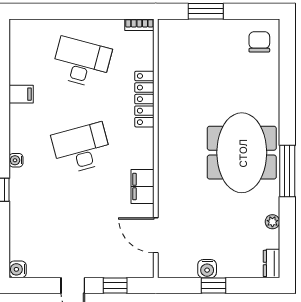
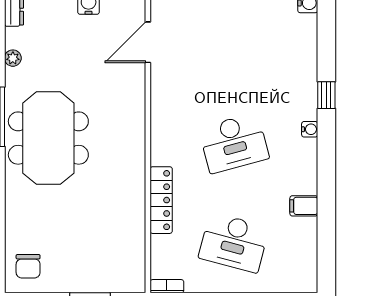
filing cabinet: (142, 187) -> (163, 99), removed
door: (156, 235) -> (148, 42), swing flipped

